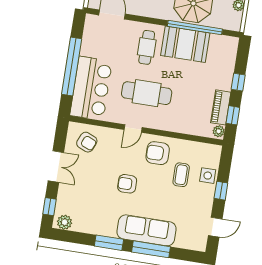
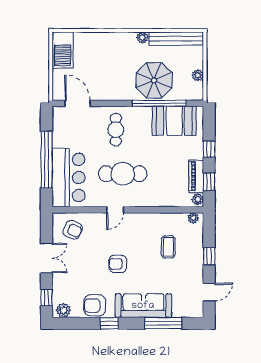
booth: (185, 44) -> (174, 121), moved
plant: (211, 149) -> (193, 218), added
armchair: (158, 153) -> (95, 305), moved
side table: (208, 176) -> (194, 244), removed
window: (109, 243) -> (109, 323), width x0.67
window: (151, 249) -> (163, 323), moved

